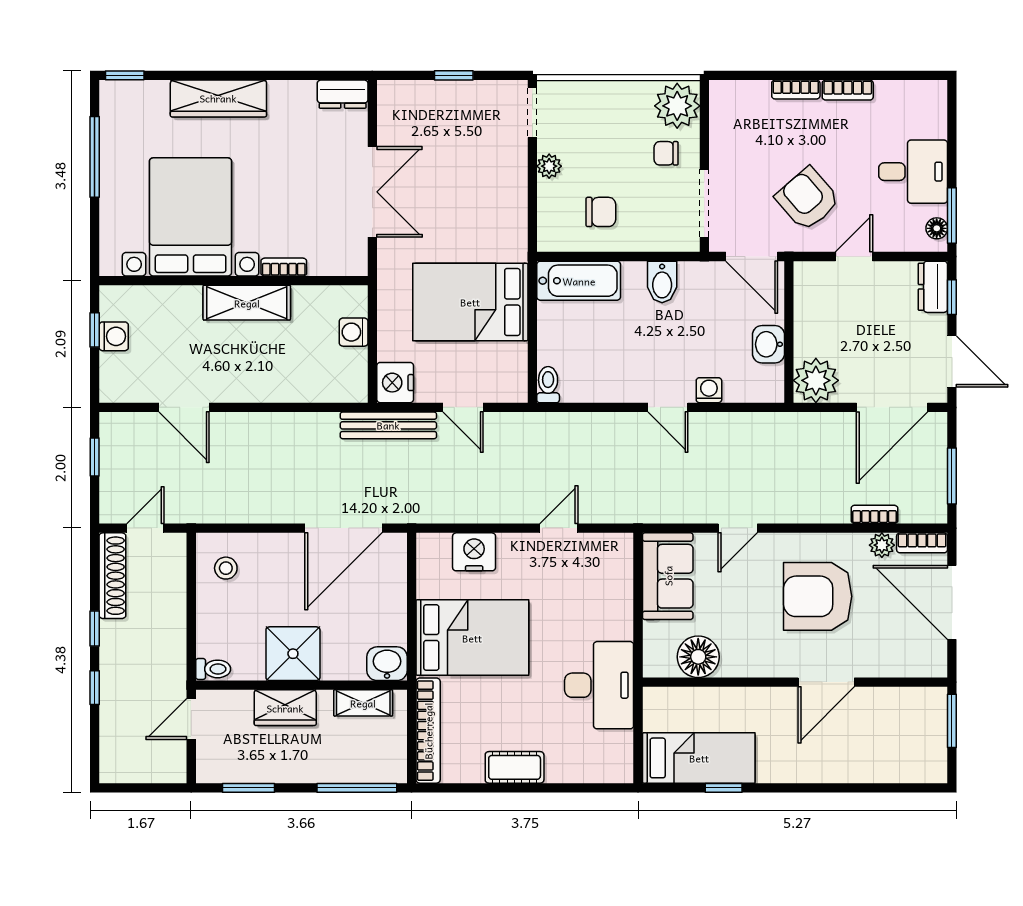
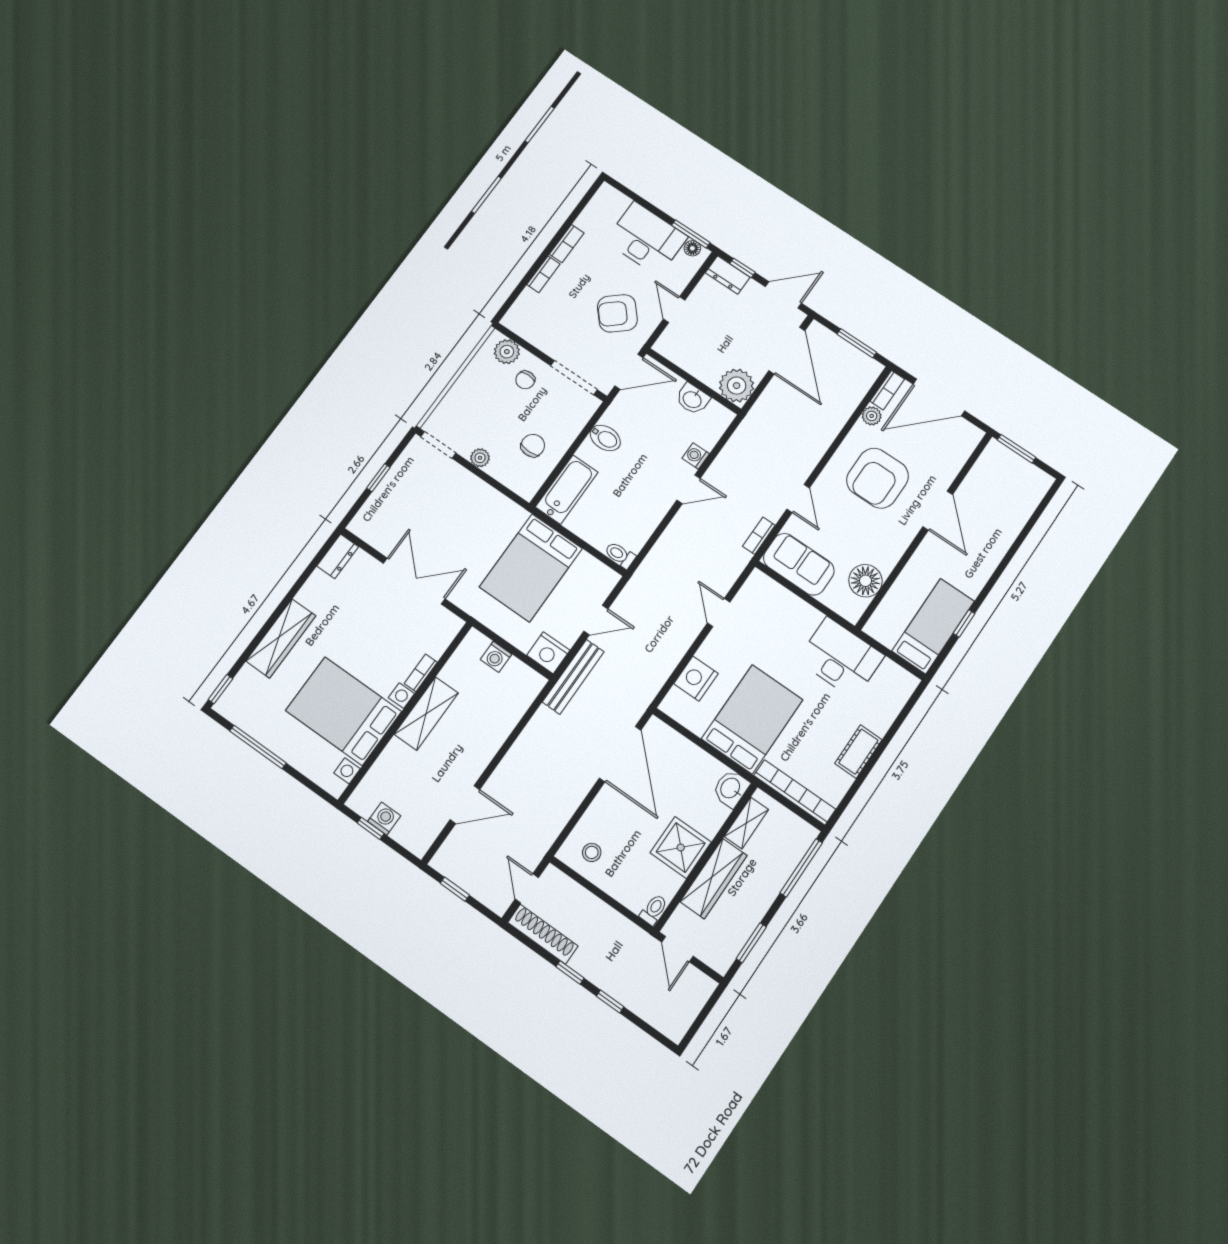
plant: (677, 106) -> (507, 352), width x0.73, depth x0.73
desk: (913, 172) -> (646, 239), width x1.37
bookcase: (874, 514) -> (759, 536), moved
wardrobe: (285, 708) -> (714, 879), width x1.50

